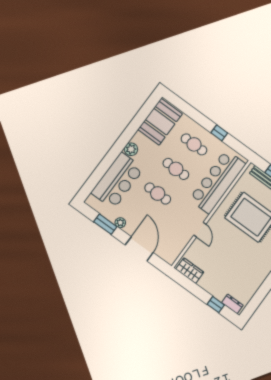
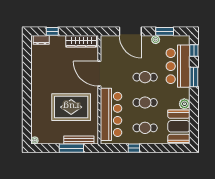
plant: (131, 149) -> (184, 104), moved
window: (110, 159) -> (194, 77), added
window: (90, 185) -> (194, 50), added
door: (200, 230) -> (99, 74), width x1.87
wardrobe: (190, 271) -> (81, 41), width x1.50

